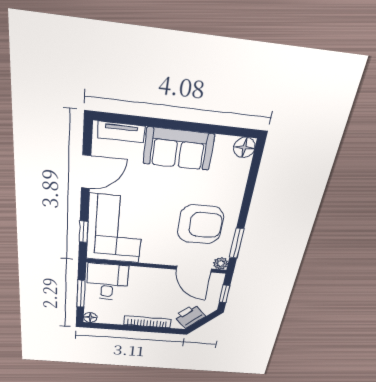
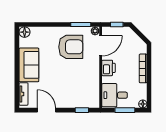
armchair: (200, 225) -> (71, 47), turned 90
corner sofa: (115, 229) -> (79, 93), removed
printer: (190, 316) -> (109, 68), moved, turned -135

